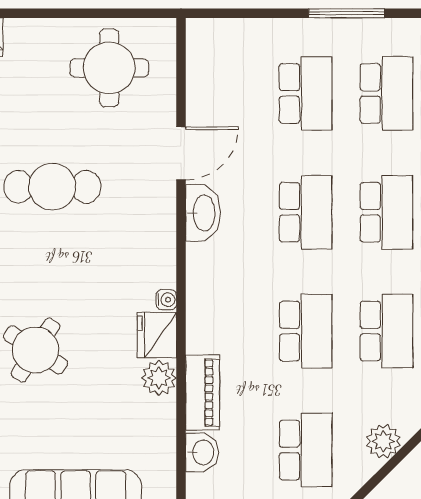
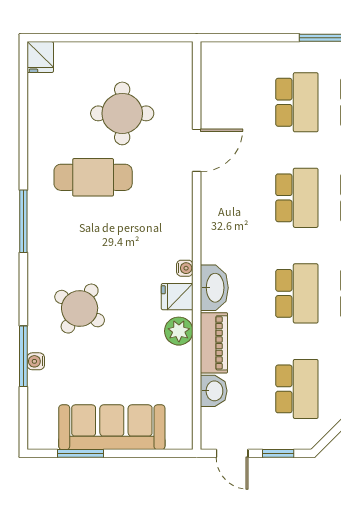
round table: (109, 68) -> (122, 113), moved
washbasin: (203, 213) -> (214, 288), moved
fridge: (157, 335) -> (177, 297), width x0.72

